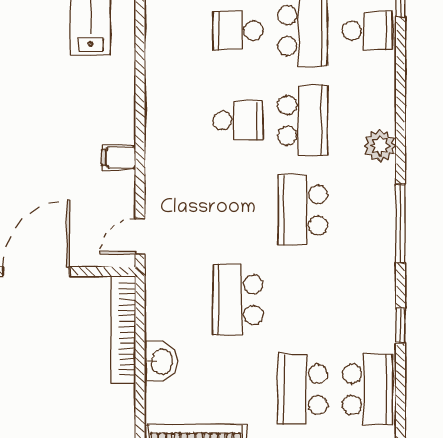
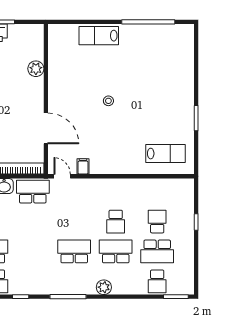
school desk: (303, 120) -> (116, 251), turned 180
filing cabinet: (119, 157) -> (83, 166), moved
school desk: (238, 300) -> (33, 192), moved

